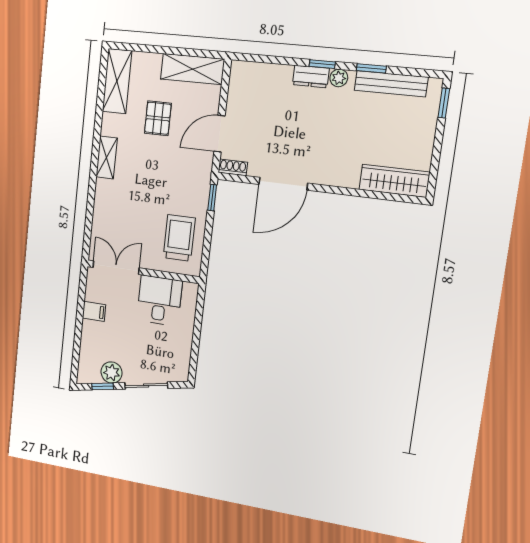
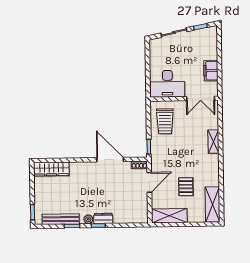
shelving: (107, 157) -> (213, 142), moved
door: (283, 184) -> (110, 160), hinge flipped
desk: (159, 301) -> (167, 84), width x1.37
filing cabinet: (94, 311) -> (211, 71), width x2.00
plant: (112, 373) -> (196, 36), removed

